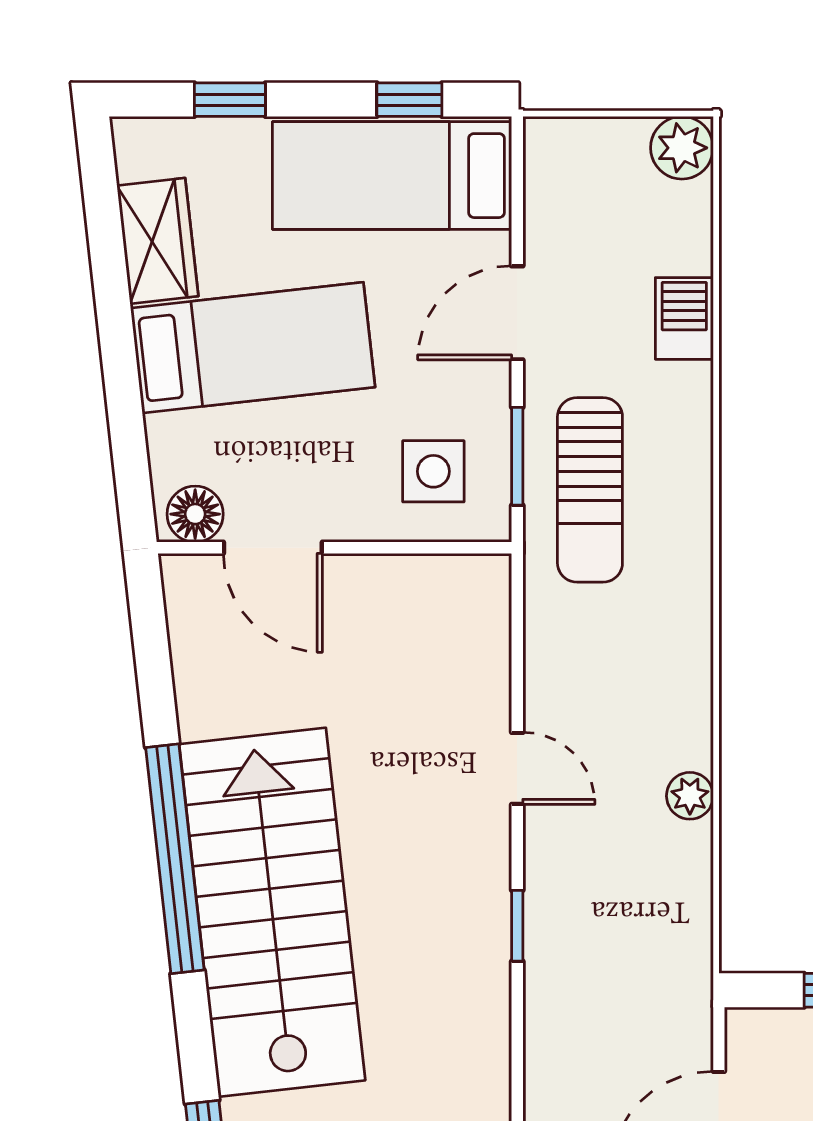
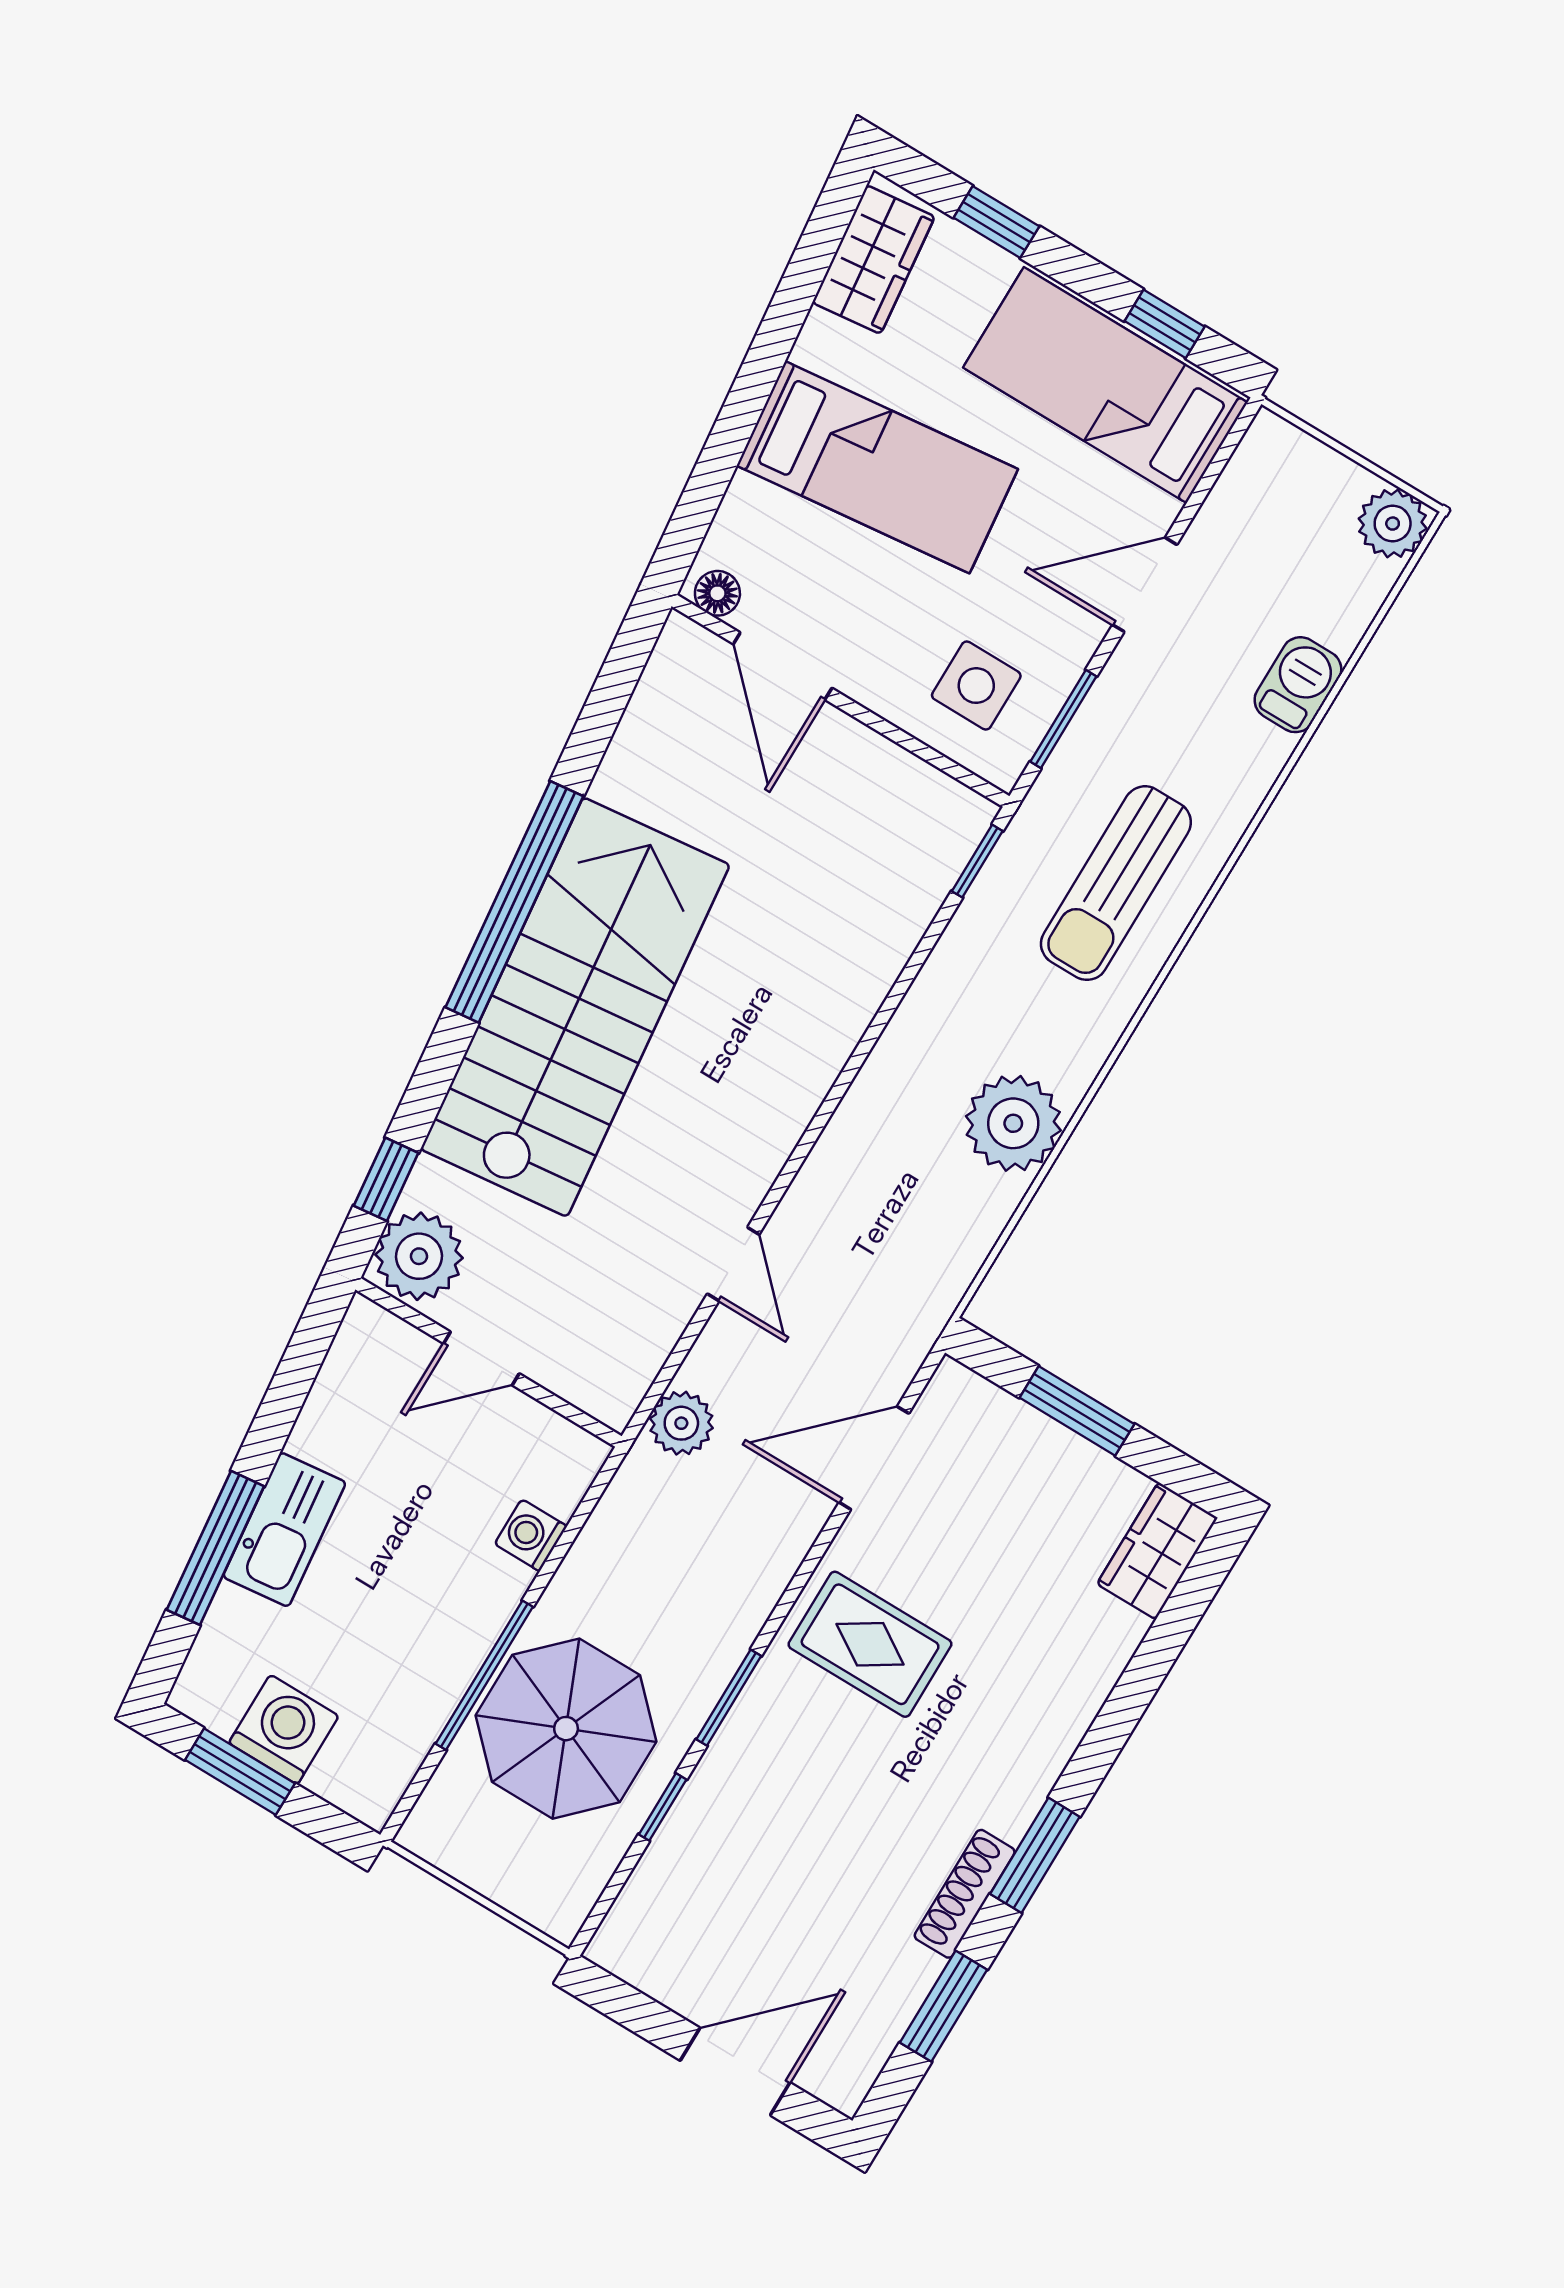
wardrobe: (158, 241) -> (873, 260), moved
sun lounger: (590, 490) -> (1116, 883), moved
floor lamp: (195, 514) -> (717, 593), width x0.73, depth x0.73
door: (517, 768) -> (733, 1264), moved
plant: (690, 796) -> (1013, 1123), width x1.88, depth x1.88
window: (517, 926) -> (977, 861), moved

